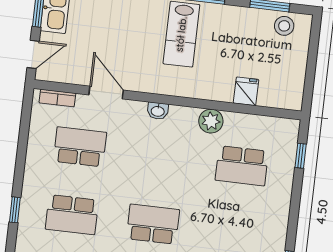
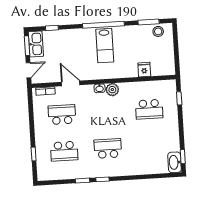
plant: (211, 121) -> (112, 90), moved

